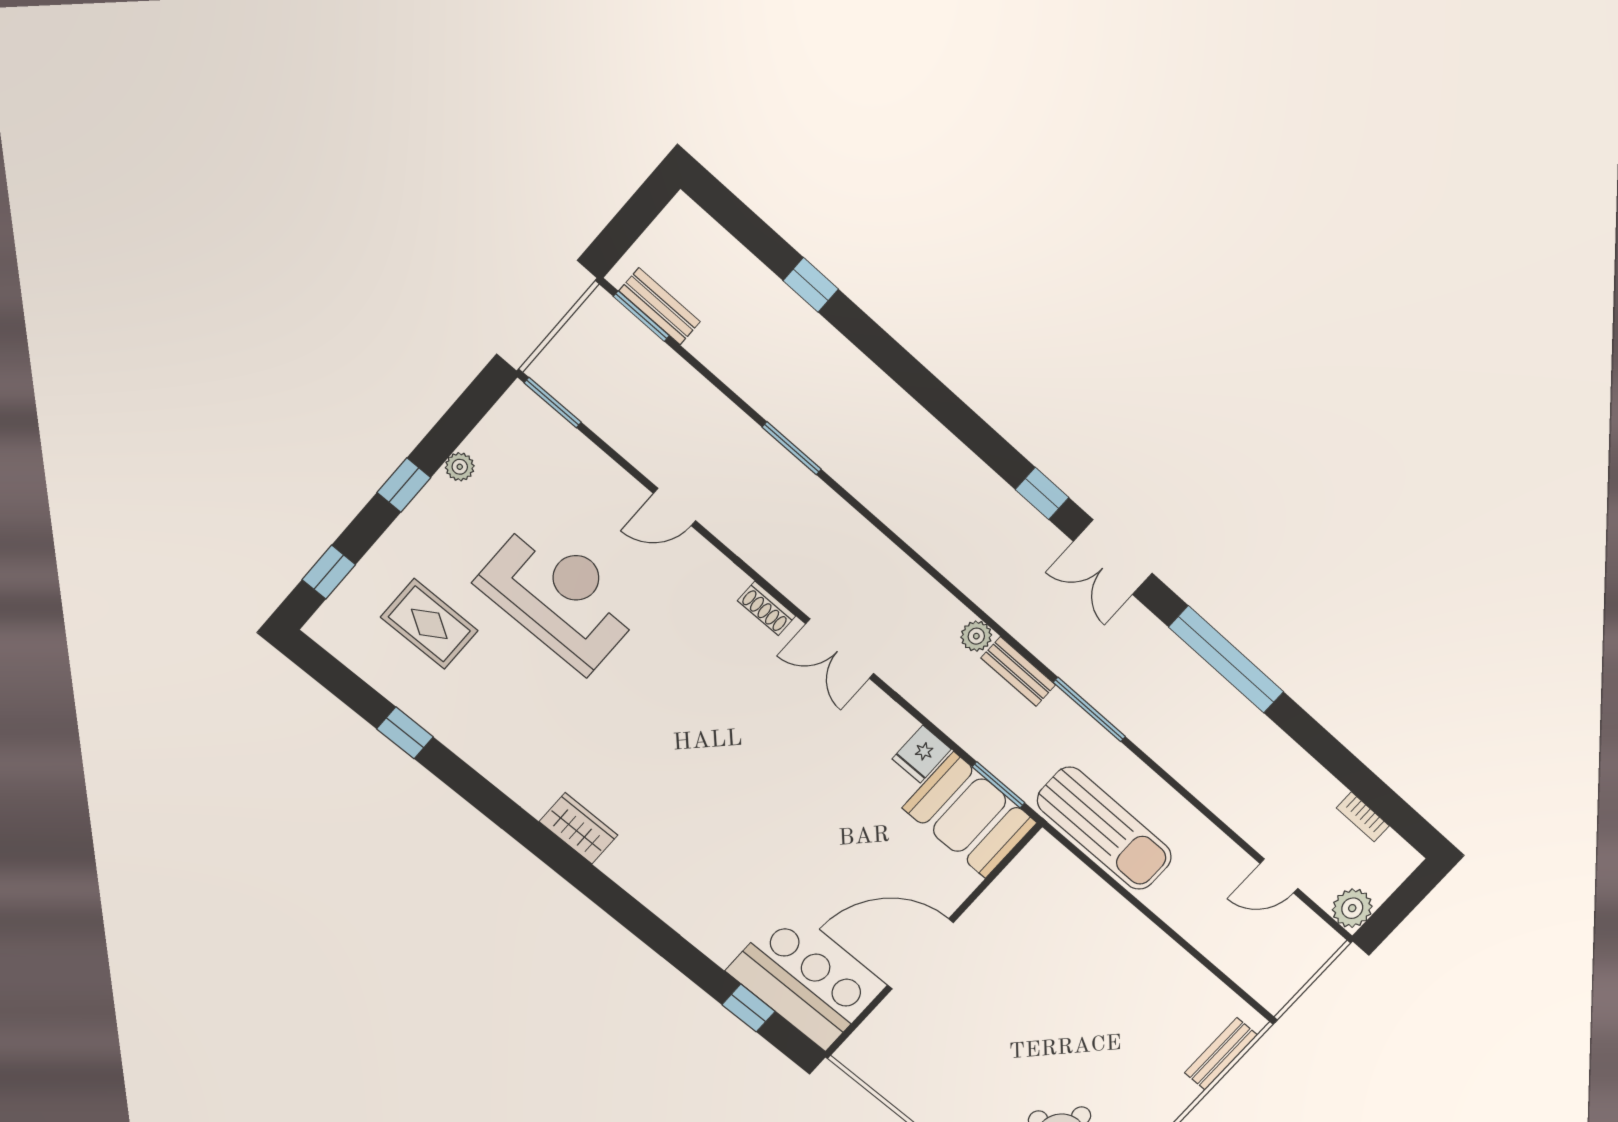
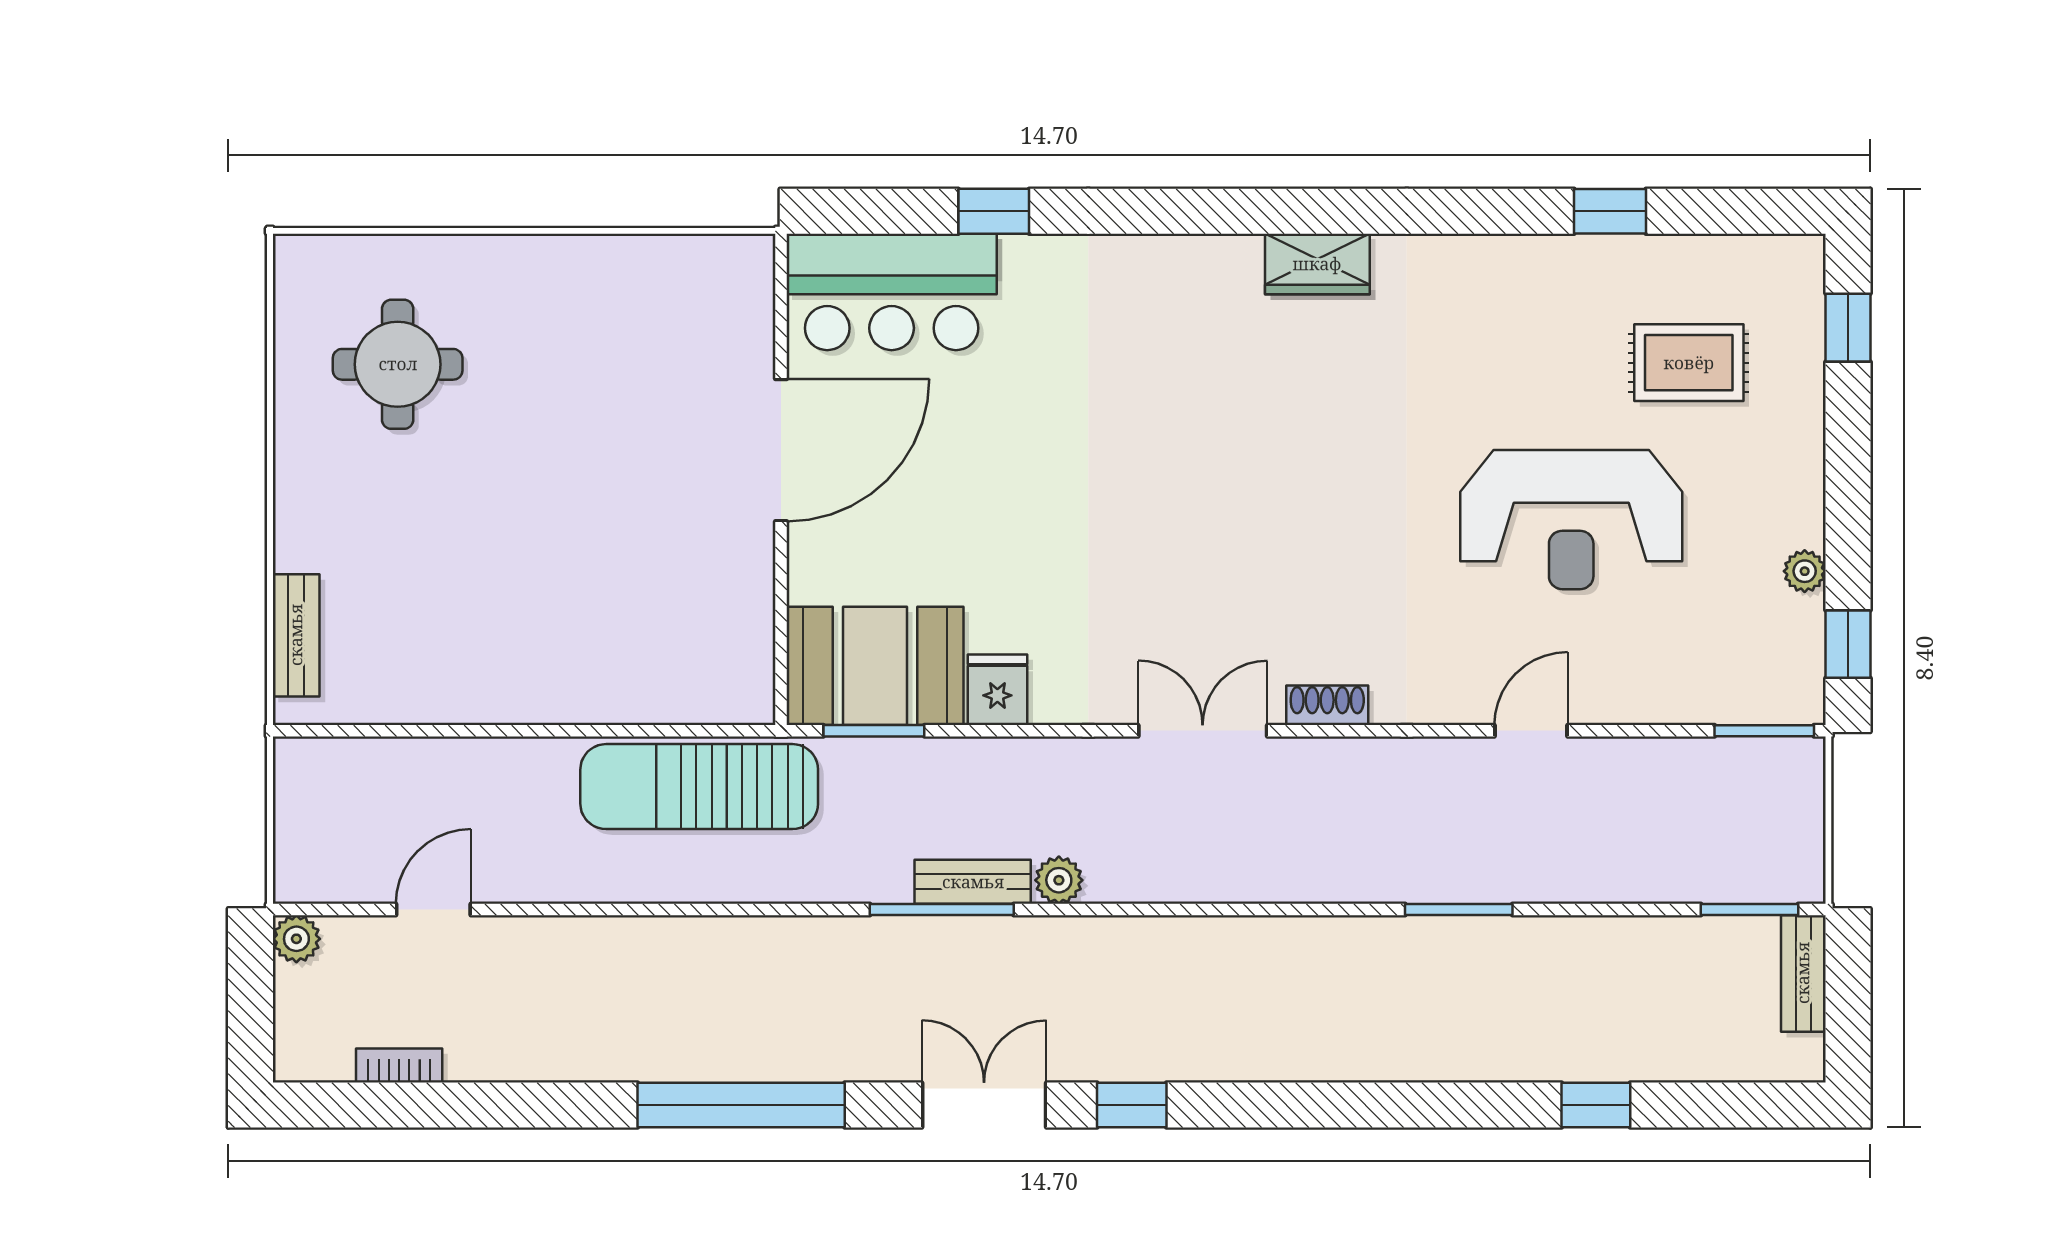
bench: (660, 306) -> (1803, 973), moved, turned 90
window: (404, 485) -> (1848, 644), moved
window: (1089, 710) -> (942, 910), moved
plant: (1352, 908) -> (296, 939), width x0.73, depth x0.73
window: (749, 1008) -> (994, 211), moved

